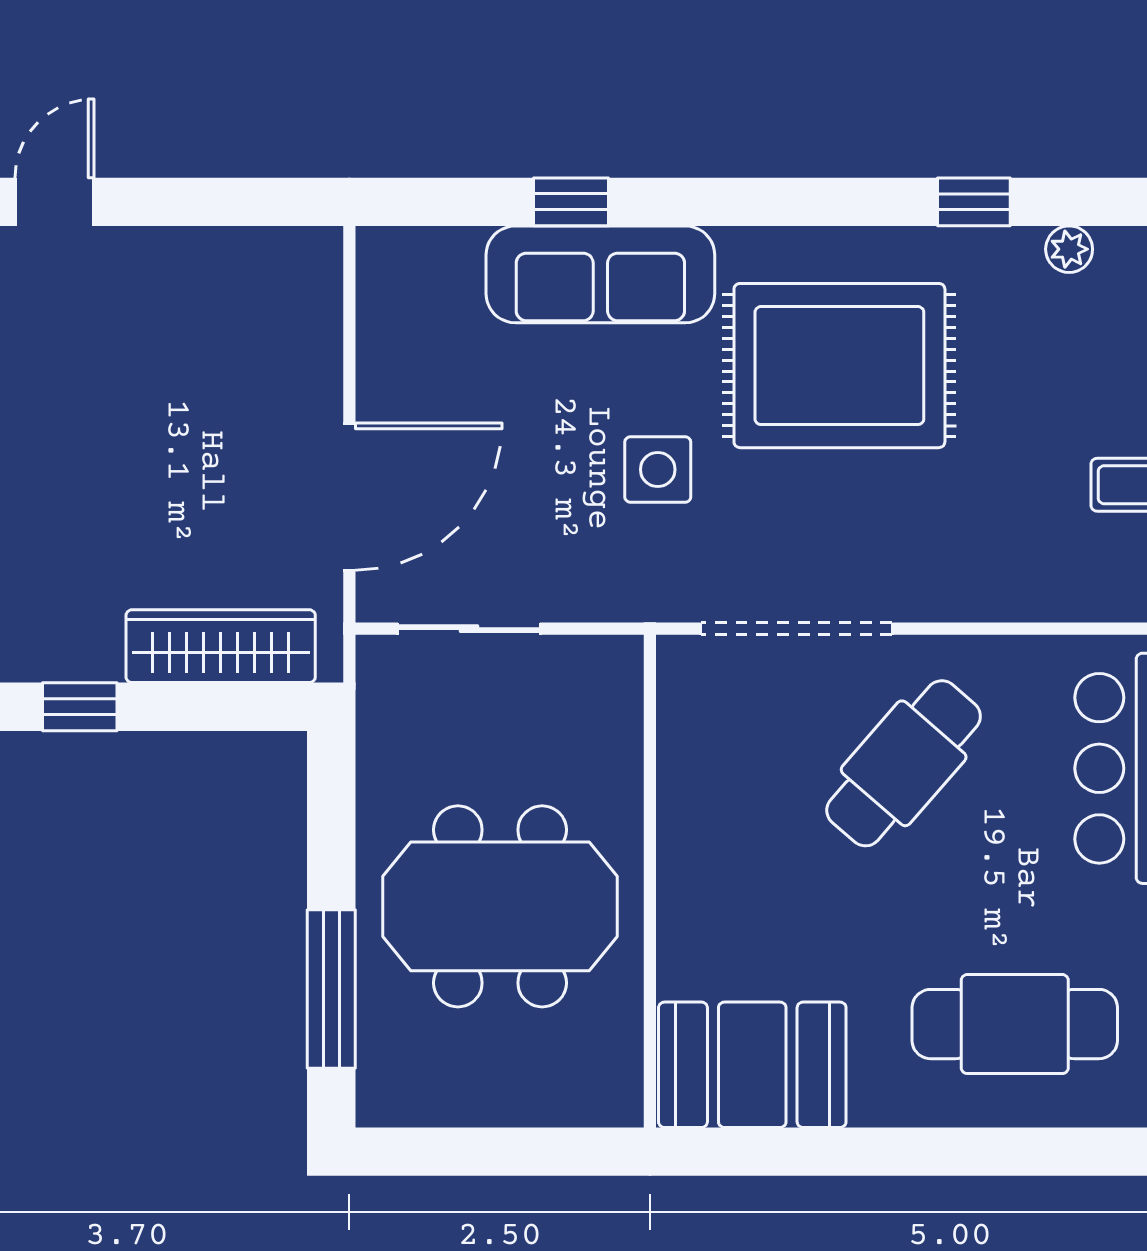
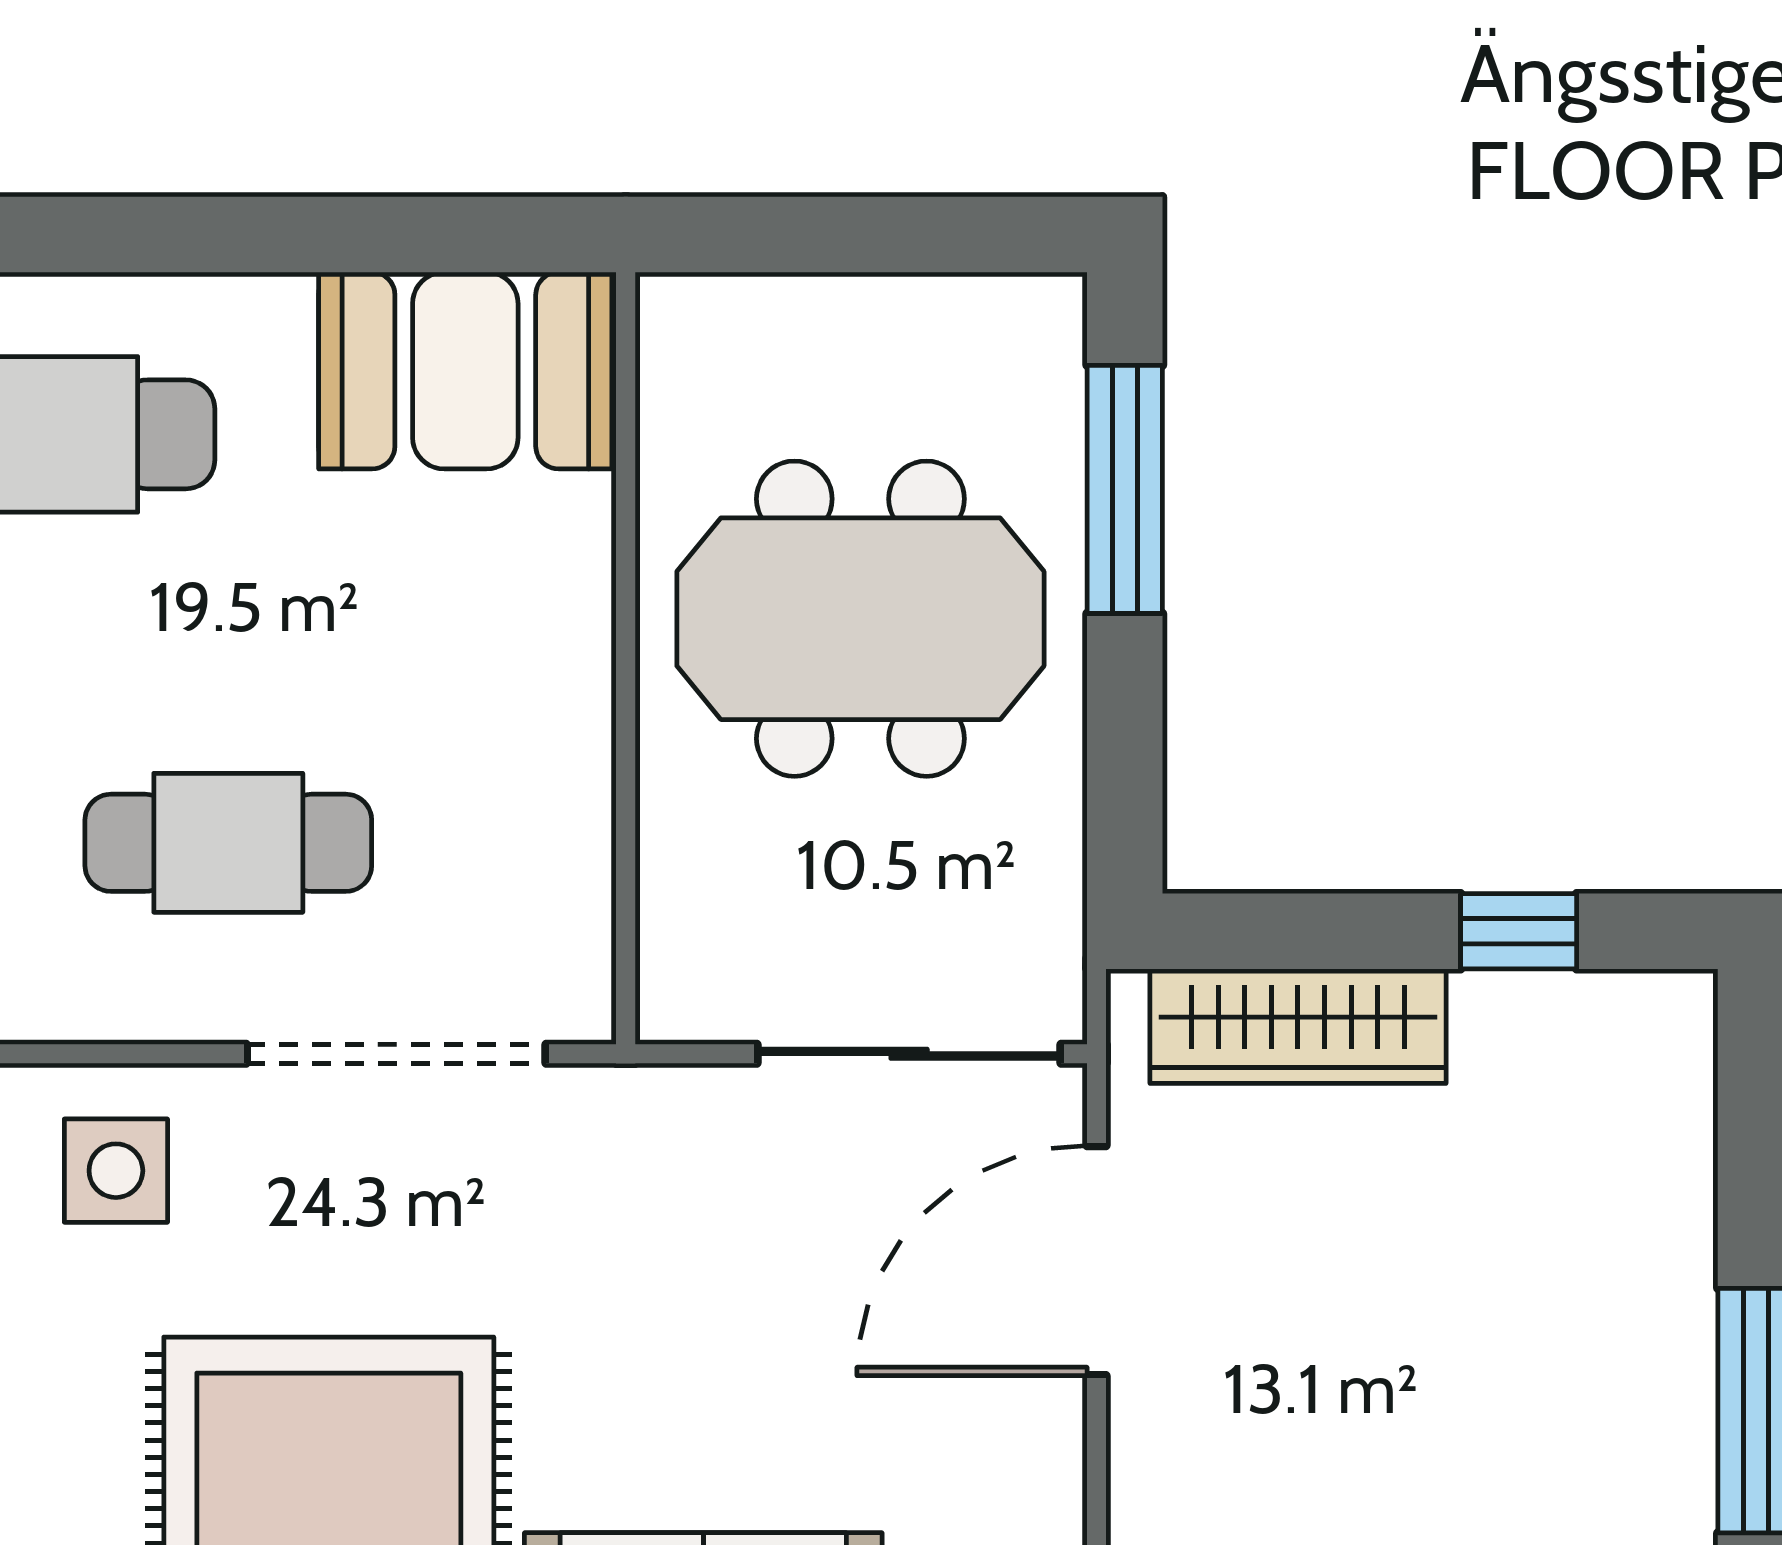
side table: (658, 470) -> (116, 1171), moved
sliding door: (469, 629) -> (909, 1054), width x1.37
cafe table: (904, 763) -> (228, 843), turned 49

